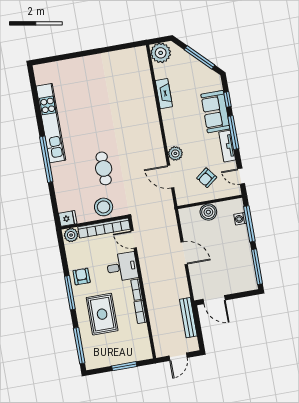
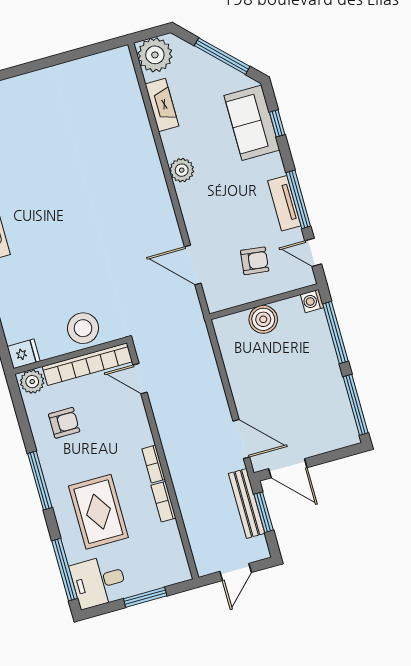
fireplace: (164, 94) -> (162, 105), moved
sofa: (215, 112) -> (252, 123), moved
window: (233, 132) -> (298, 199), moved
plant: (175, 153) -> (182, 170), moved
cafe table: (104, 168) -> (77, 262), removed
armchair: (207, 178) -> (255, 261), turned -135
washing machine: (240, 219) -> (312, 301), moved
door: (184, 253) -> (241, 439), moved
desk: (122, 267) -> (99, 582), moved, turned 180
armchair: (82, 277) -> (64, 423), moved, turned 90
window: (198, 324) -> (264, 512), added

